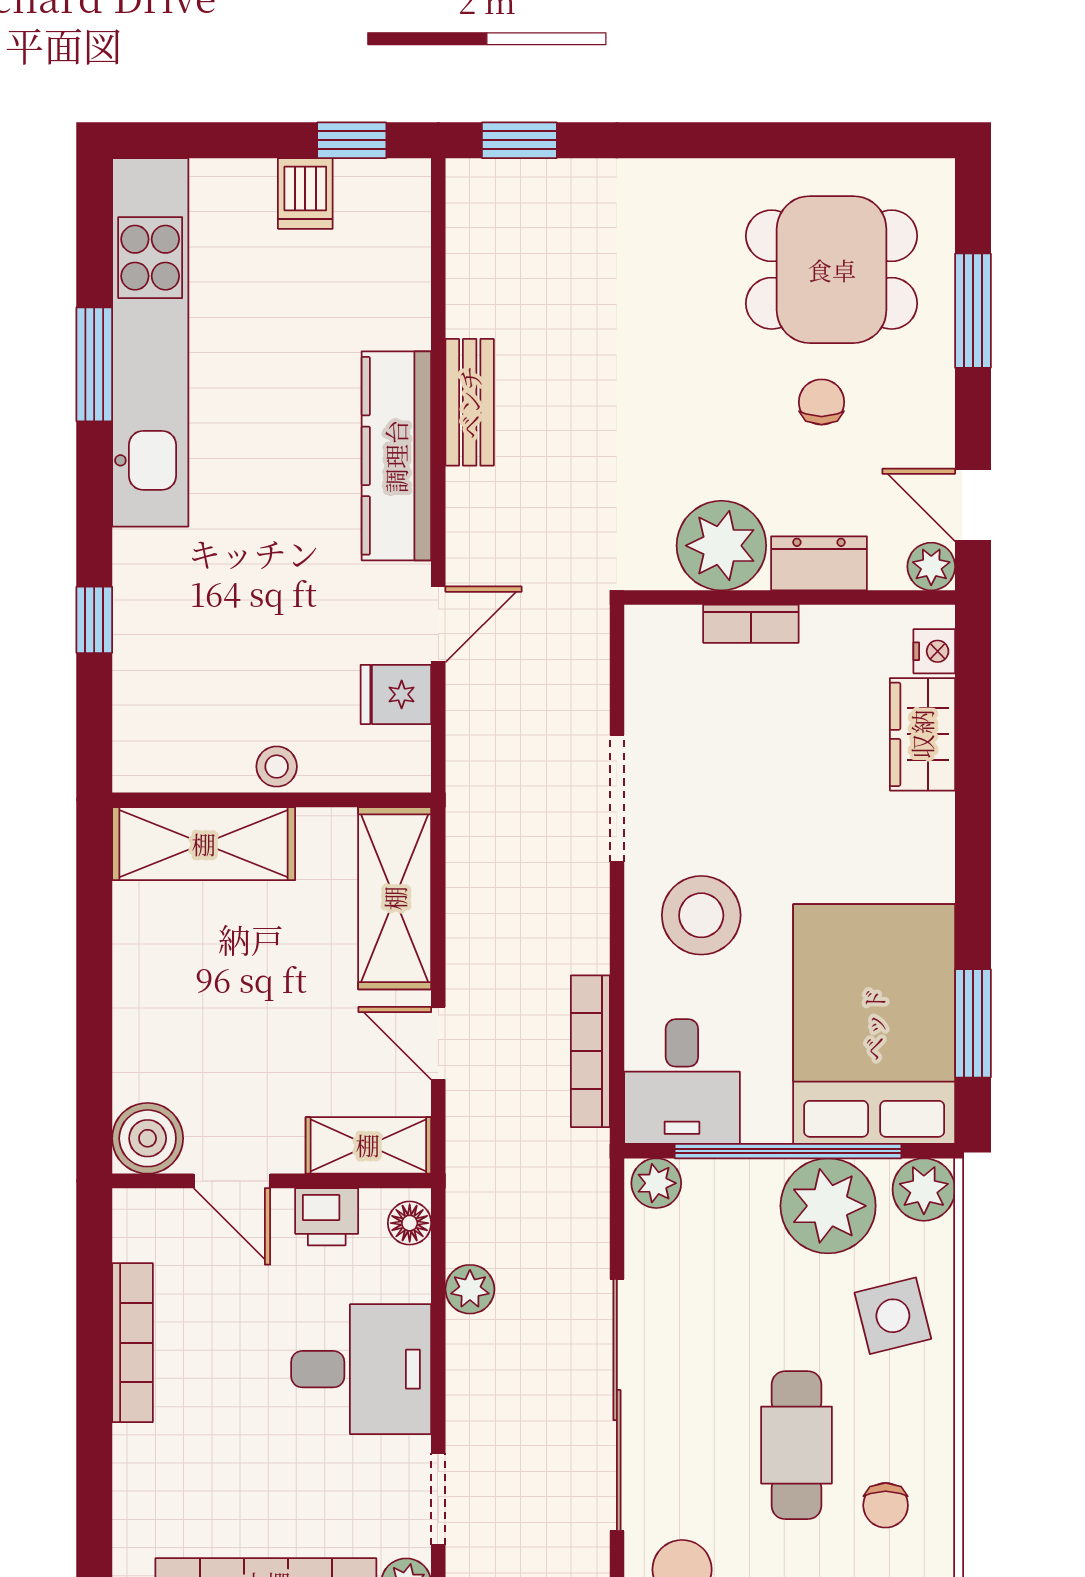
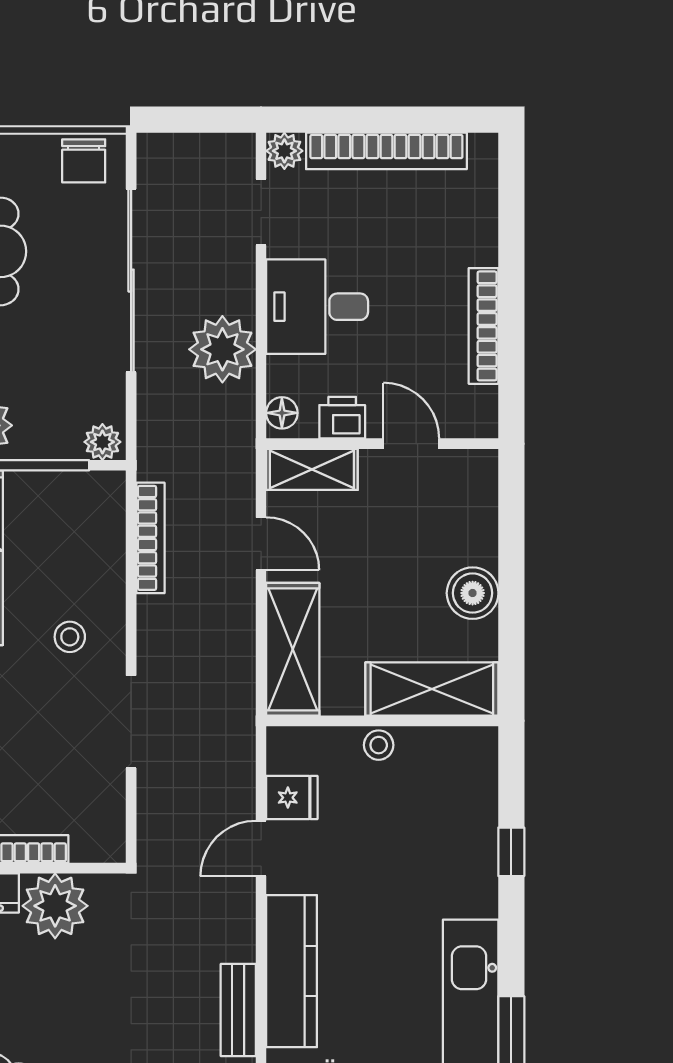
stool: (701, 915) -> (70, 637), width x0.53, depth x0.53
desk: (682, 1082) -> (84, 516), removed
boiler: (148, 1138) -> (473, 593), moved
plant: (470, 1289) -> (222, 349), width x1.87, depth x1.87

